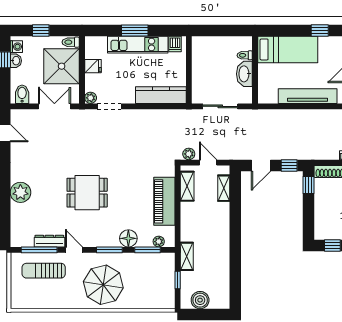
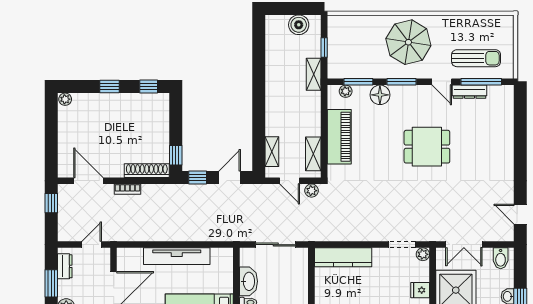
plant: (20, 192) -> (502, 147), removed

